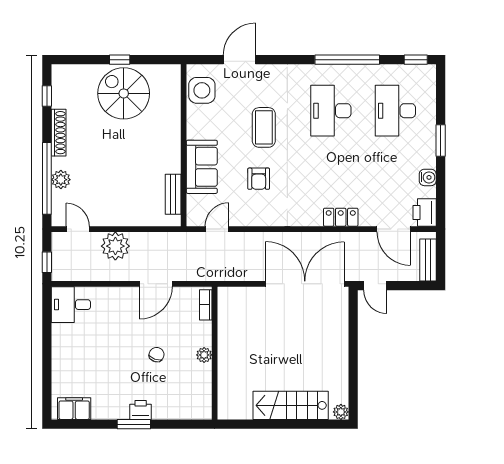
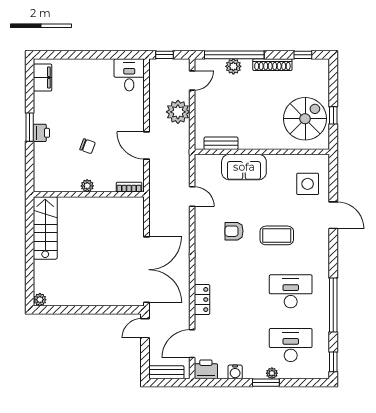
plant: (429, 133) -> (272, 373), added
wall: (184, 145) -> (262, 152), moved
sofa: (202, 167) -> (244, 167), moved
bench: (173, 194) -> (221, 143), moved
stairs: (291, 405) -> (45, 228), moved

